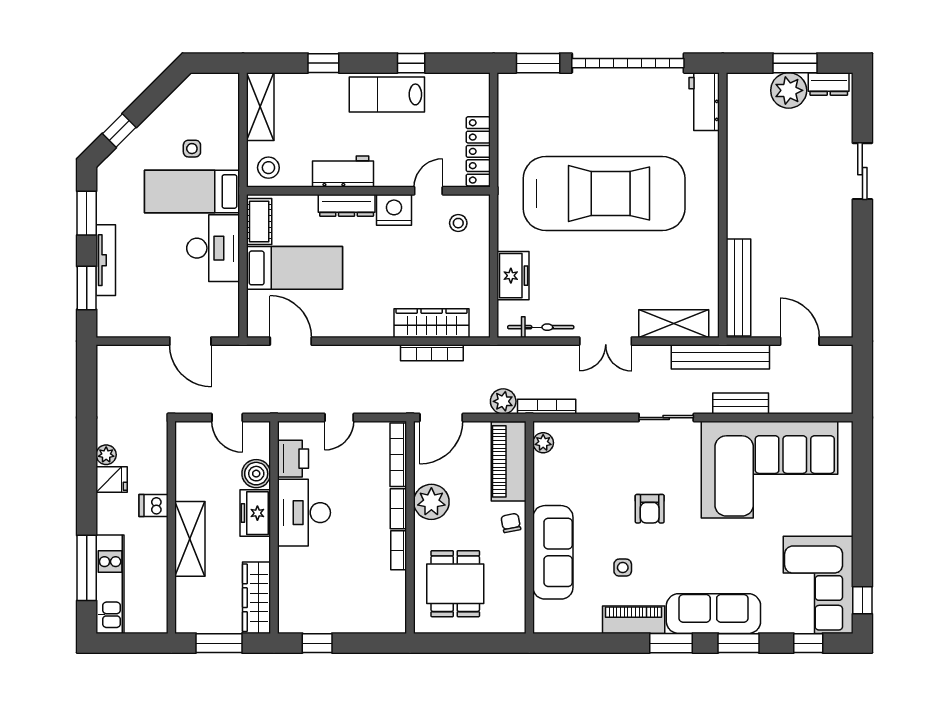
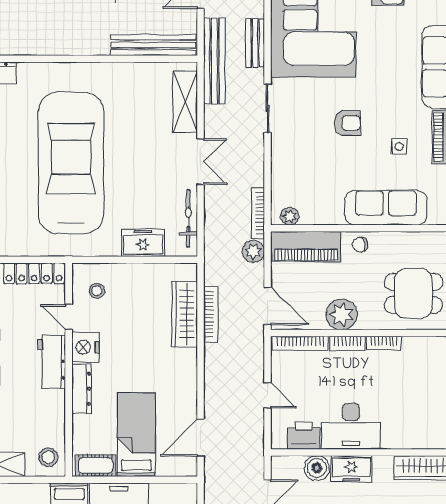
workbench: (343, 171) -> (52, 362), moved

